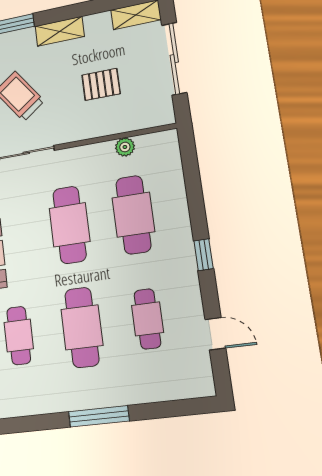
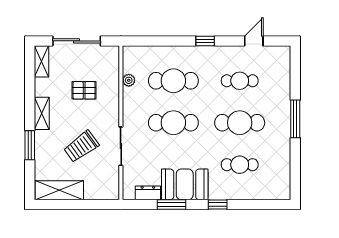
pallet: (101, 84) -> (84, 90), turned 90

